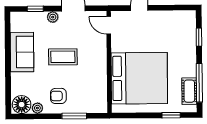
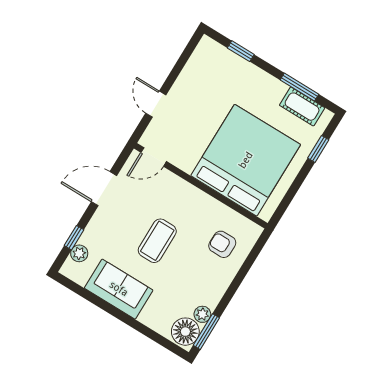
plant: (53, 17) -> (79, 253), moved
window: (199, 83) -> (299, 87), width x0.69
armchair: (58, 96) -> (222, 244), moved, turned 90
window: (74, 116) -> (206, 332), moved

